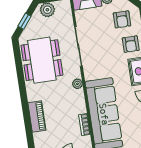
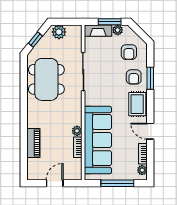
plant: (77, 84) -> (77, 131), moved
piano: (37, 116) -> (33, 143), moved

